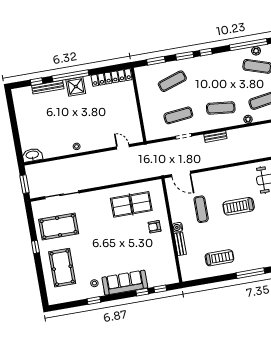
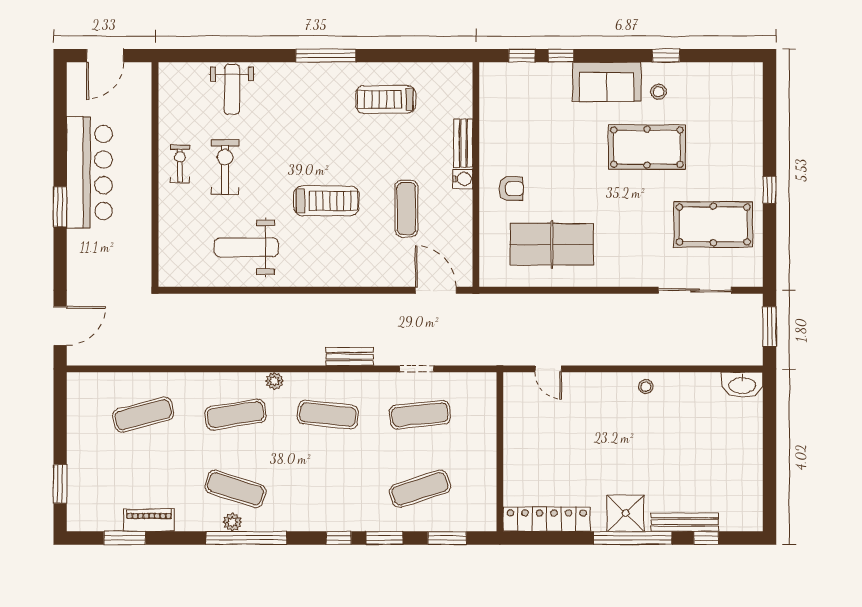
pool table: (62, 268) -> (647, 147), moved, turned 90
sofa: (125, 283) -> (607, 82), width x0.73

